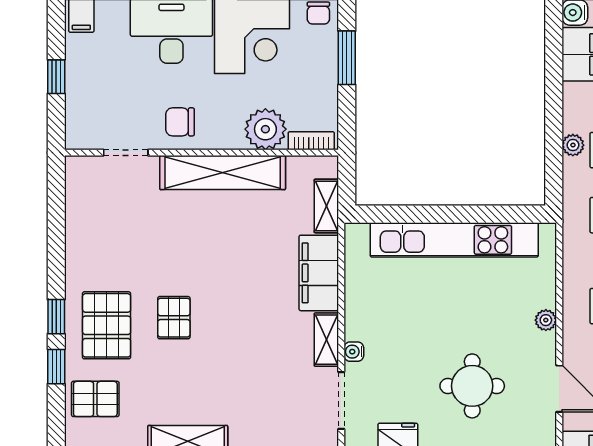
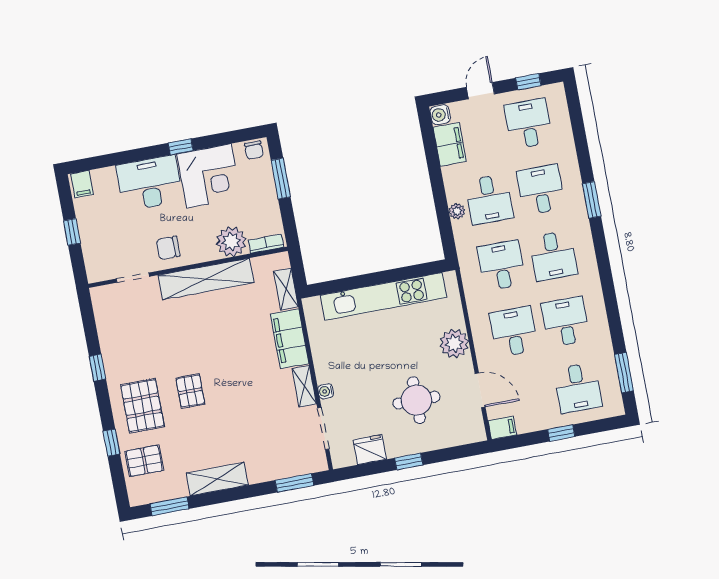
window: (56, 317) -> (97, 368), moved
plant: (546, 320) -> (454, 343), width x1.88, depth x1.88

